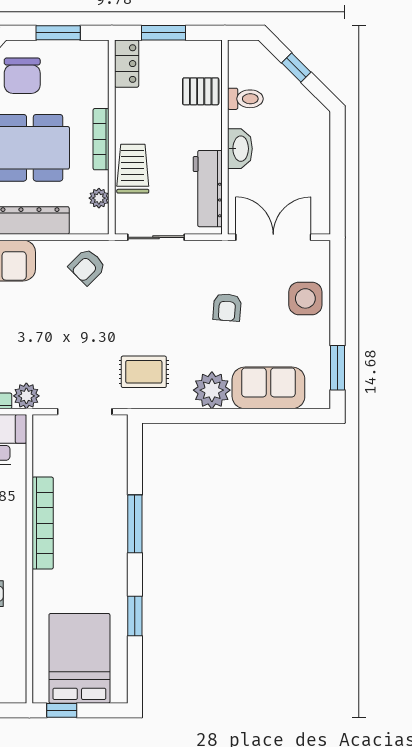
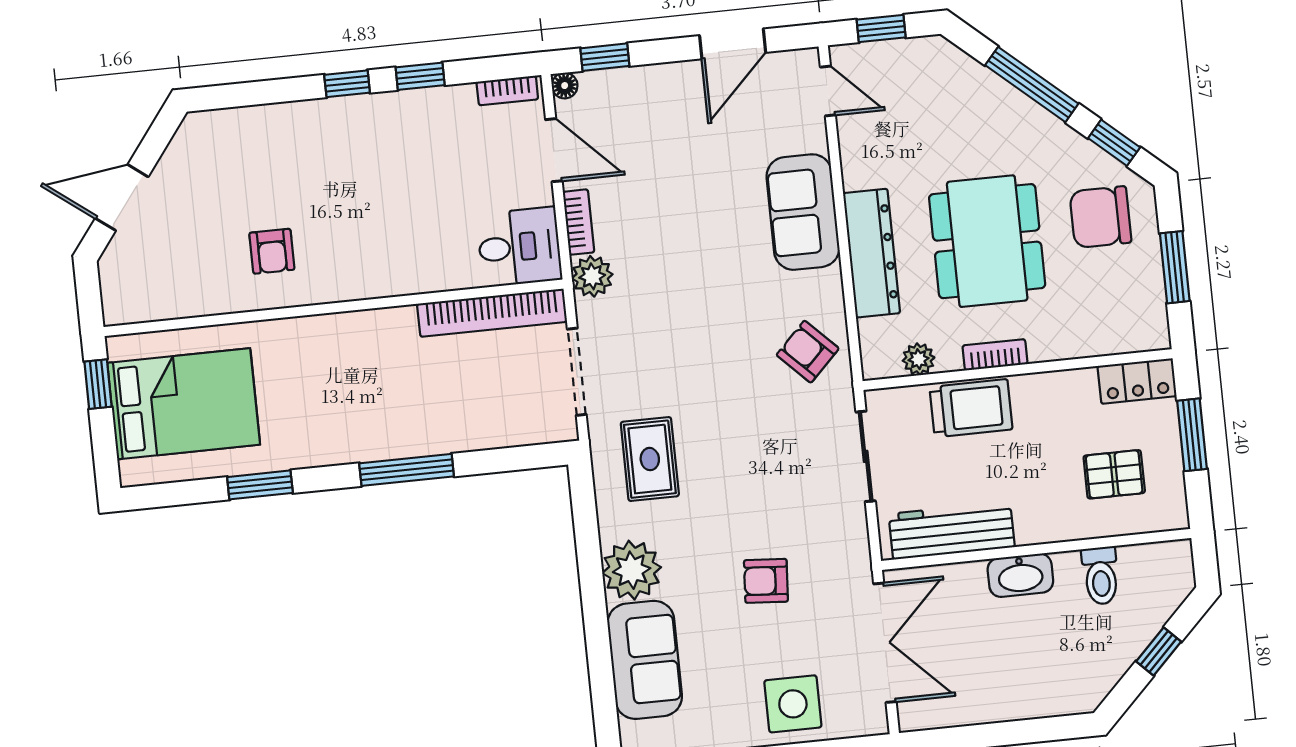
pallet: (201, 91) -> (1114, 474), moved, turned 90
bookcase: (101, 139) -> (995, 355), width x0.64
bookcase: (43, 523) -> (492, 313), moved

